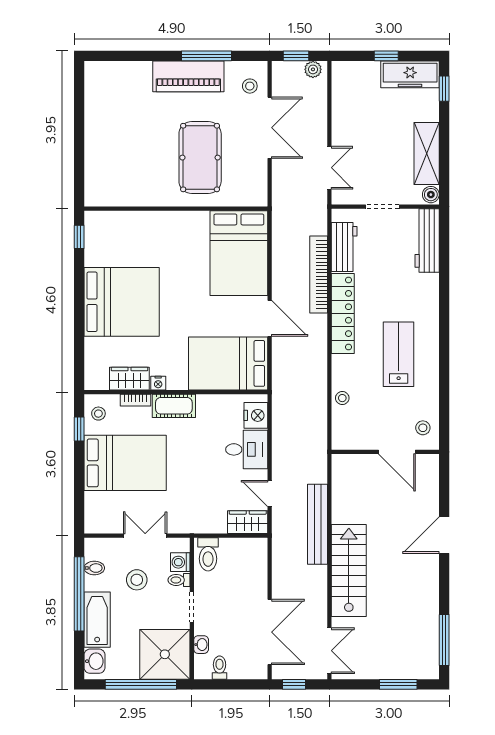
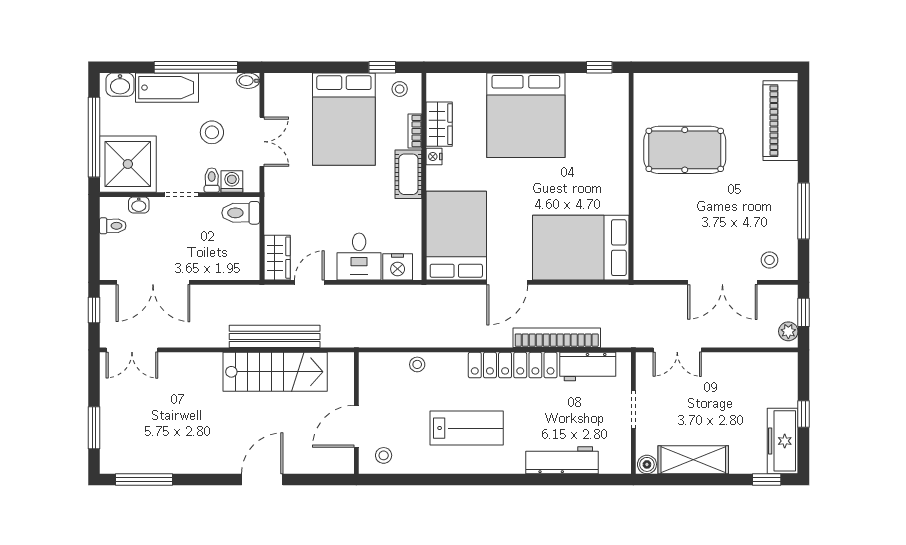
piano: (188, 76) -> (780, 121), moved
pool table: (200, 158) -> (685, 150), moved
workbench: (427, 240) -> (562, 460), moved
door: (444, 535) -> (262, 479), hinge flipped
bidet: (94, 568) -> (248, 81), moved, turned 90
stairs: (349, 570) -> (275, 372), moved

